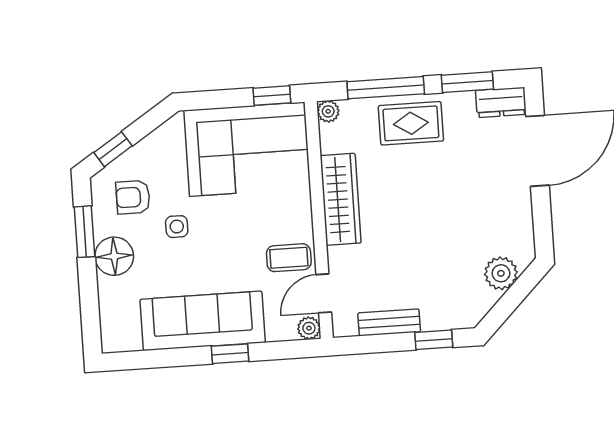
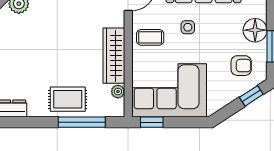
window: (467, 82) -> (31, 122), removed
plant: (328, 111) -> (118, 92), moved
side table: (177, 227) -> (188, 27), moved
coffee table: (289, 258) -> (150, 37), moved

